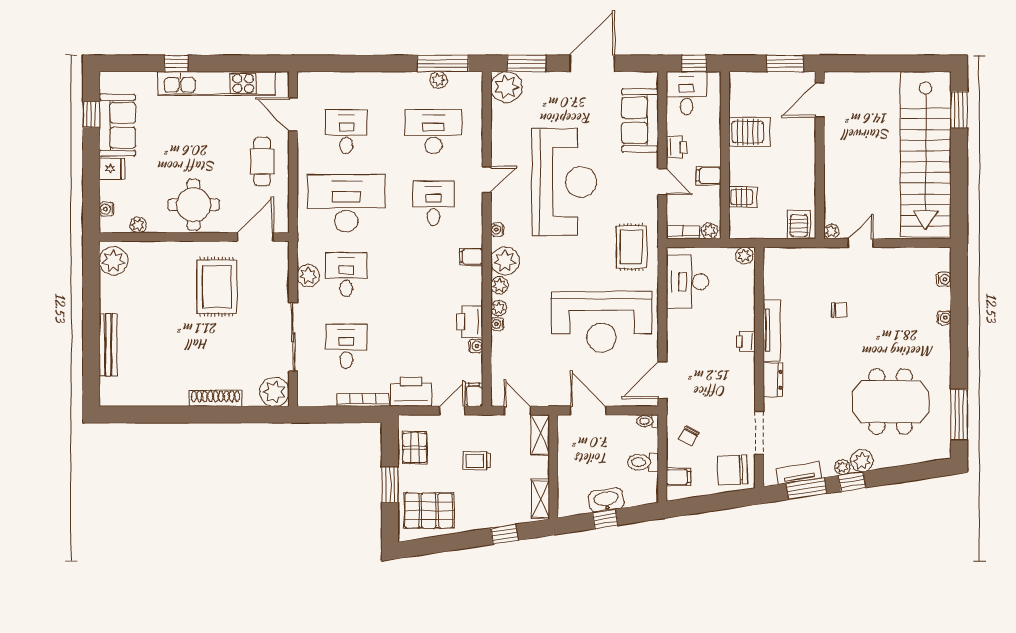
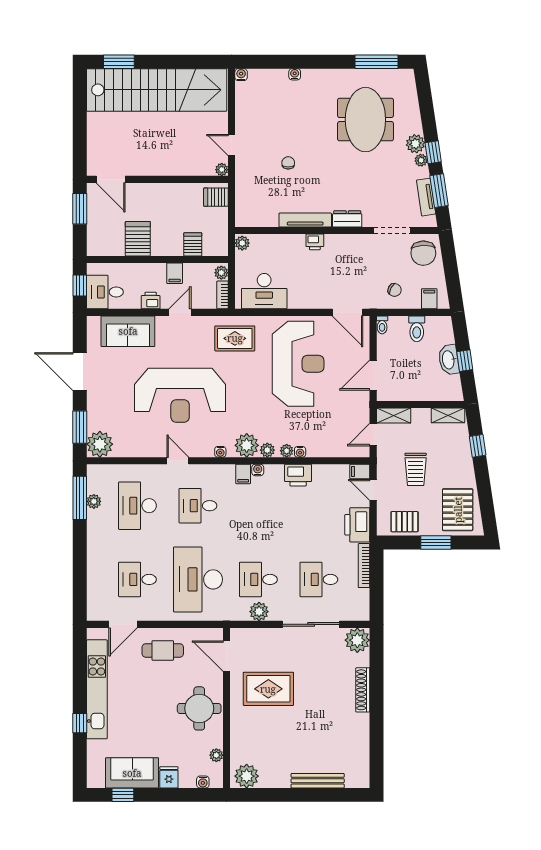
reception desk: (564, 182) -> (180, 395), turned 180
water cooler: (944, 279) -> (241, 75), moved
water cooler: (476, 346) -> (258, 470), moved
trolley: (477, 461) -> (416, 469), width x1.36, depth x1.39

